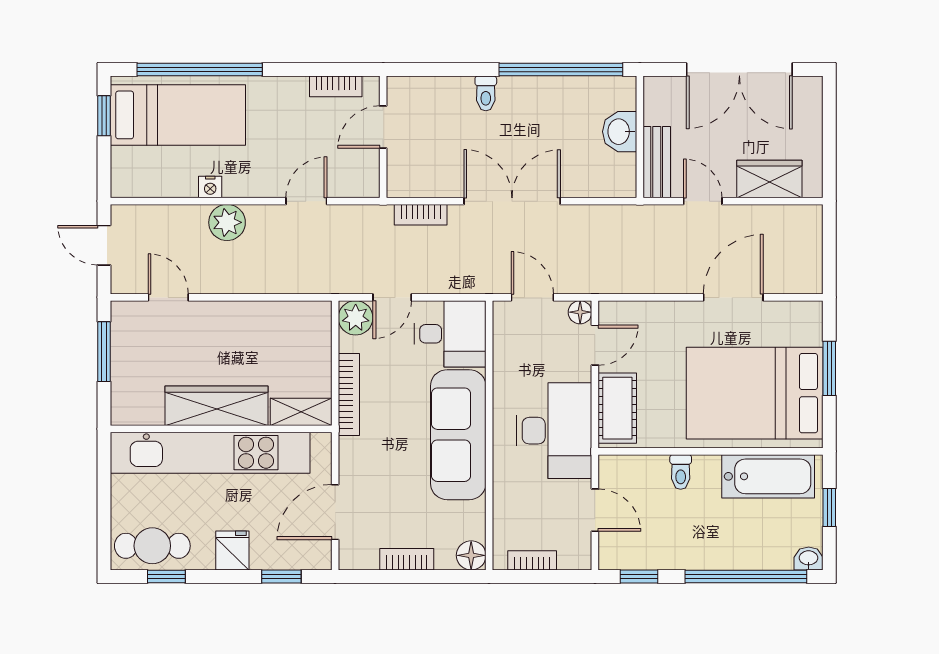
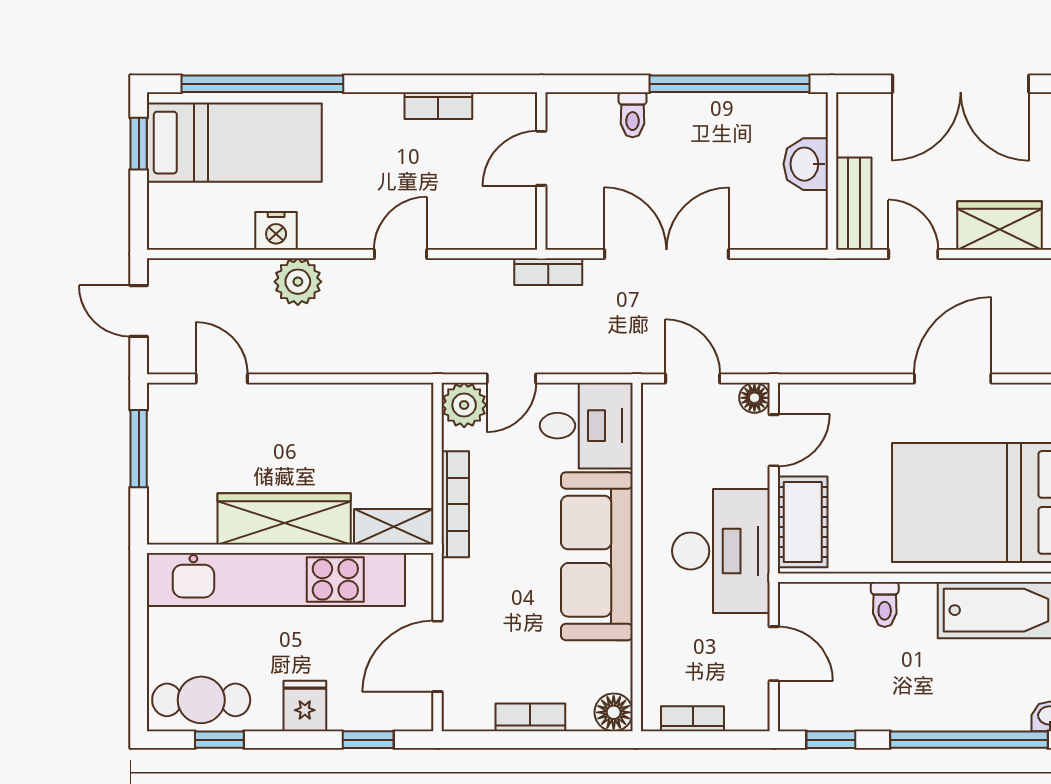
door: (383, 127) -> (541, 158), moved
wall: (383, 137) -> (541, 171), moved
nightstand: (210, 187) -> (276, 231), width x1.39, depth x1.35

